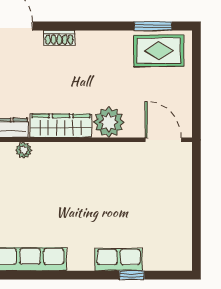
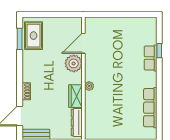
wardrobe: (61, 126) -> (76, 96), width x0.67
door: (163, 140) -> (83, 43), moved
plant: (24, 150) -> (89, 86), moved

